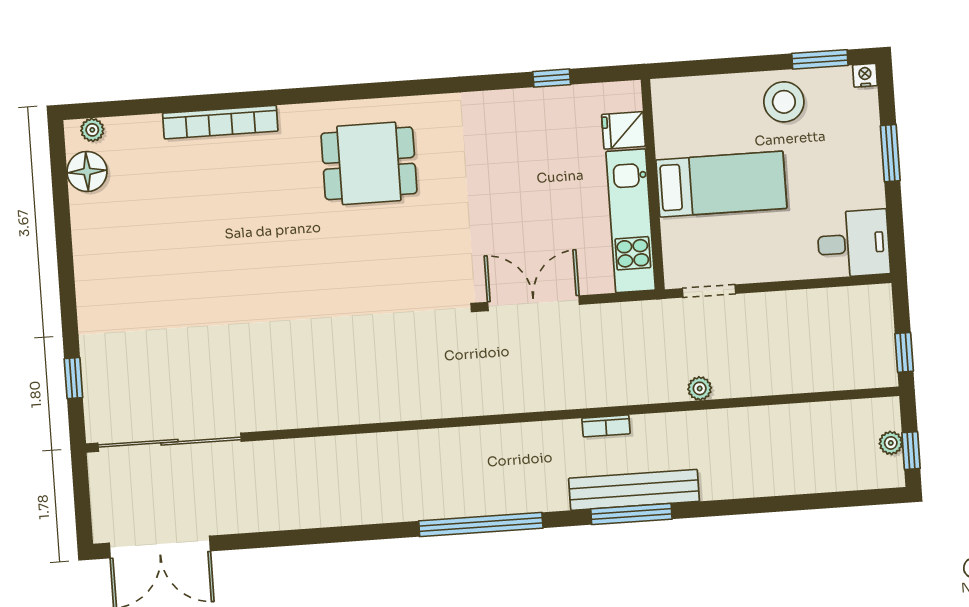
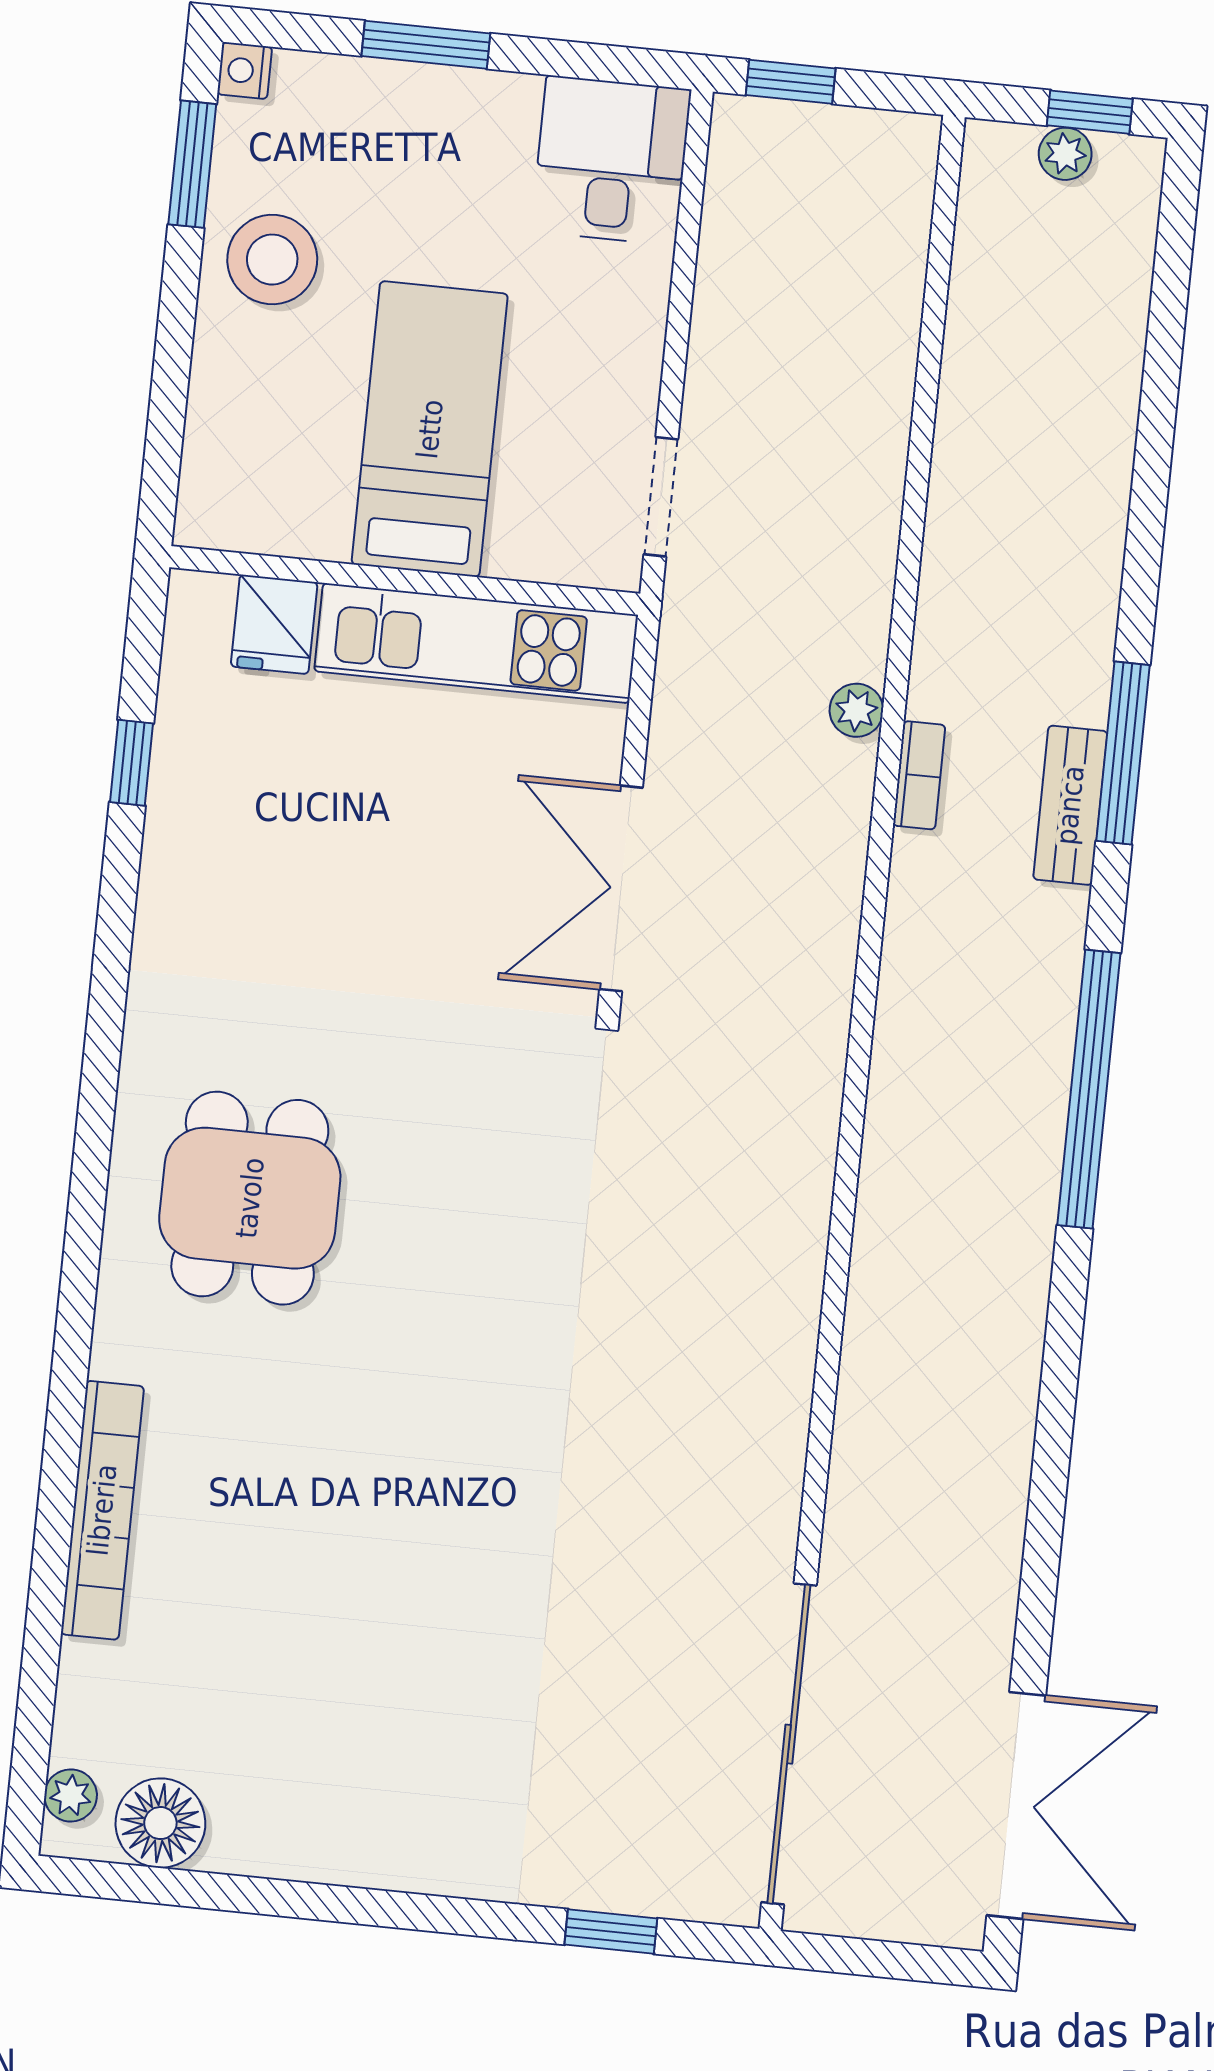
window: (904, 352) -> (791, 82), moved
plant: (700, 388) -> (856, 710), moved
bench: (634, 490) -> (1070, 805), width x0.54, depth x0.82

